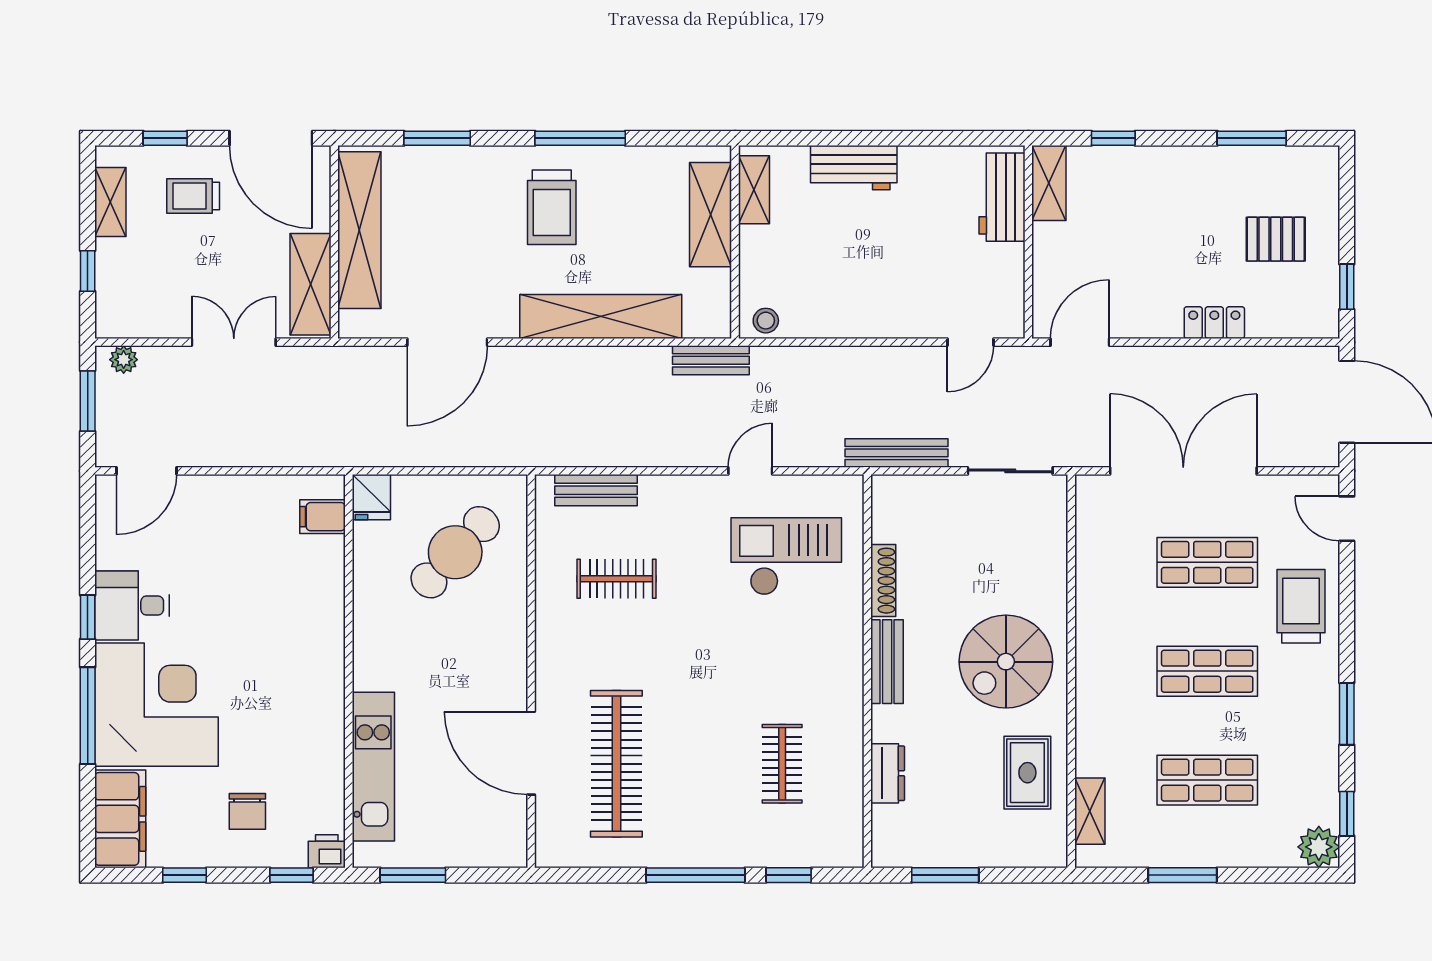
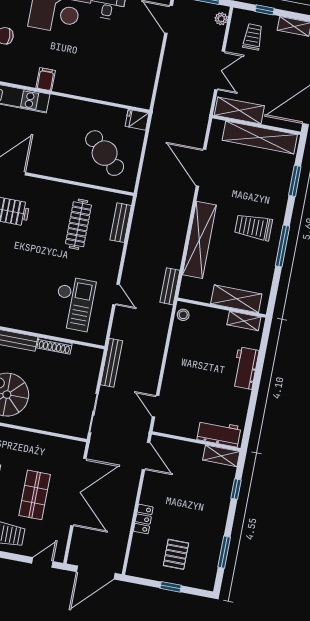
trolley: (193, 196) -> (253, 37), moved
window: (1347, 287) -> (171, 587), moved
filing cabinet: (323, 517) -> (46, 79), moved
clothes rail: (616, 579) -> (78, 224), width x1.36

